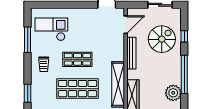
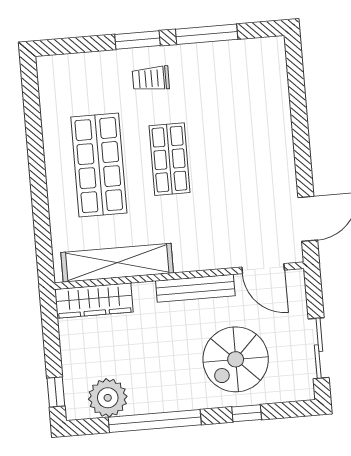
checkout: (51, 29) -> (237, 90), removed
spiral stairs: (162, 39) -> (236, 359), turned 90
window: (28, 93) -> (138, 40), moved

